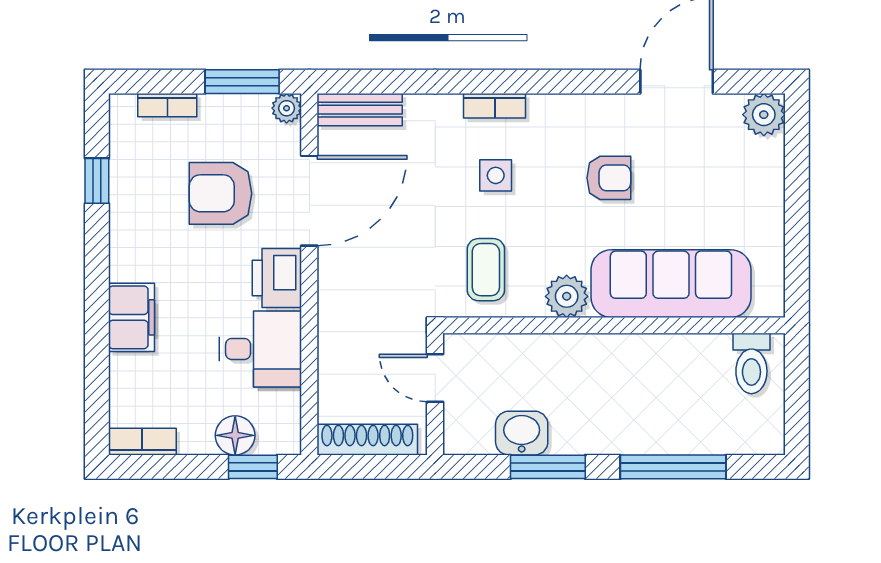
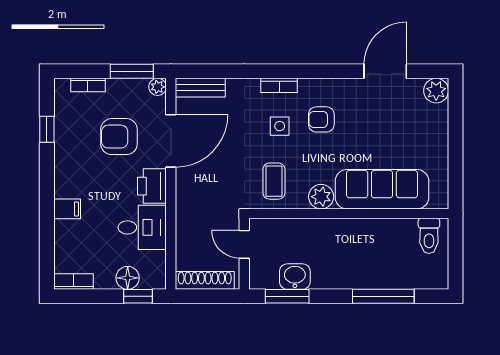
armchair: (609, 178) -> (321, 119), moved, turned 180
filing cabinet: (132, 317) -> (67, 209), width x0.50
window: (548, 467) -> (287, 296), moved

